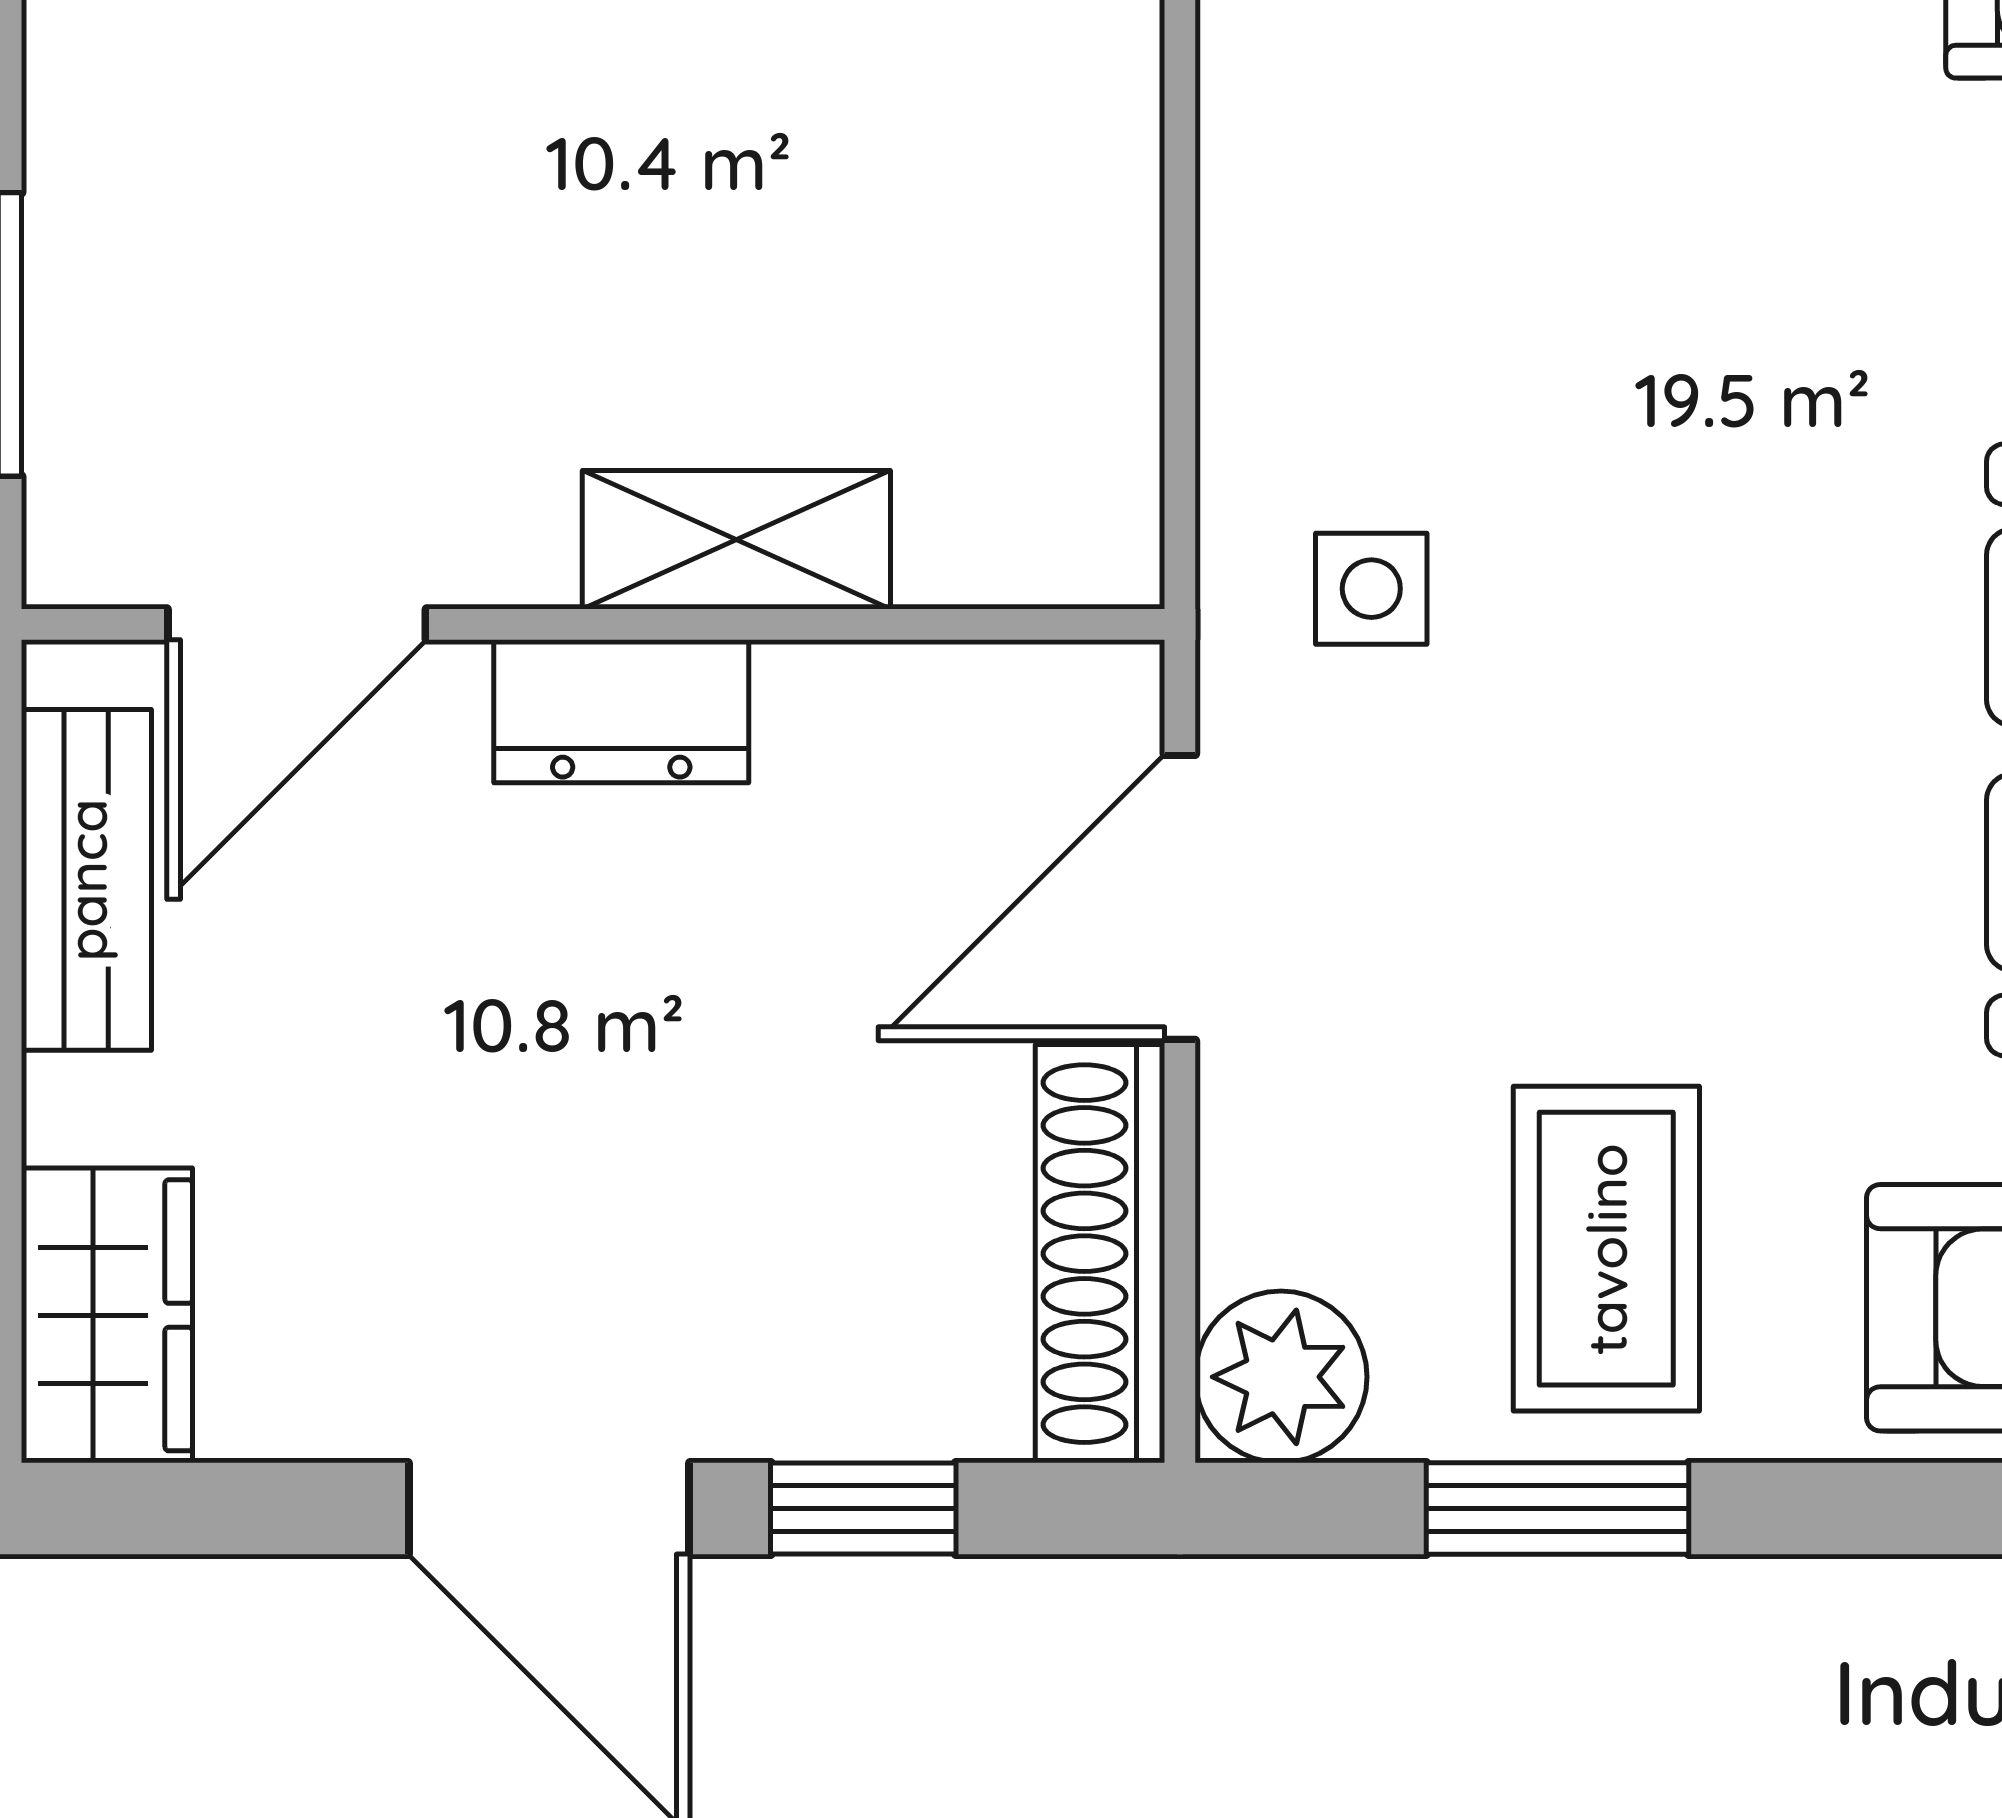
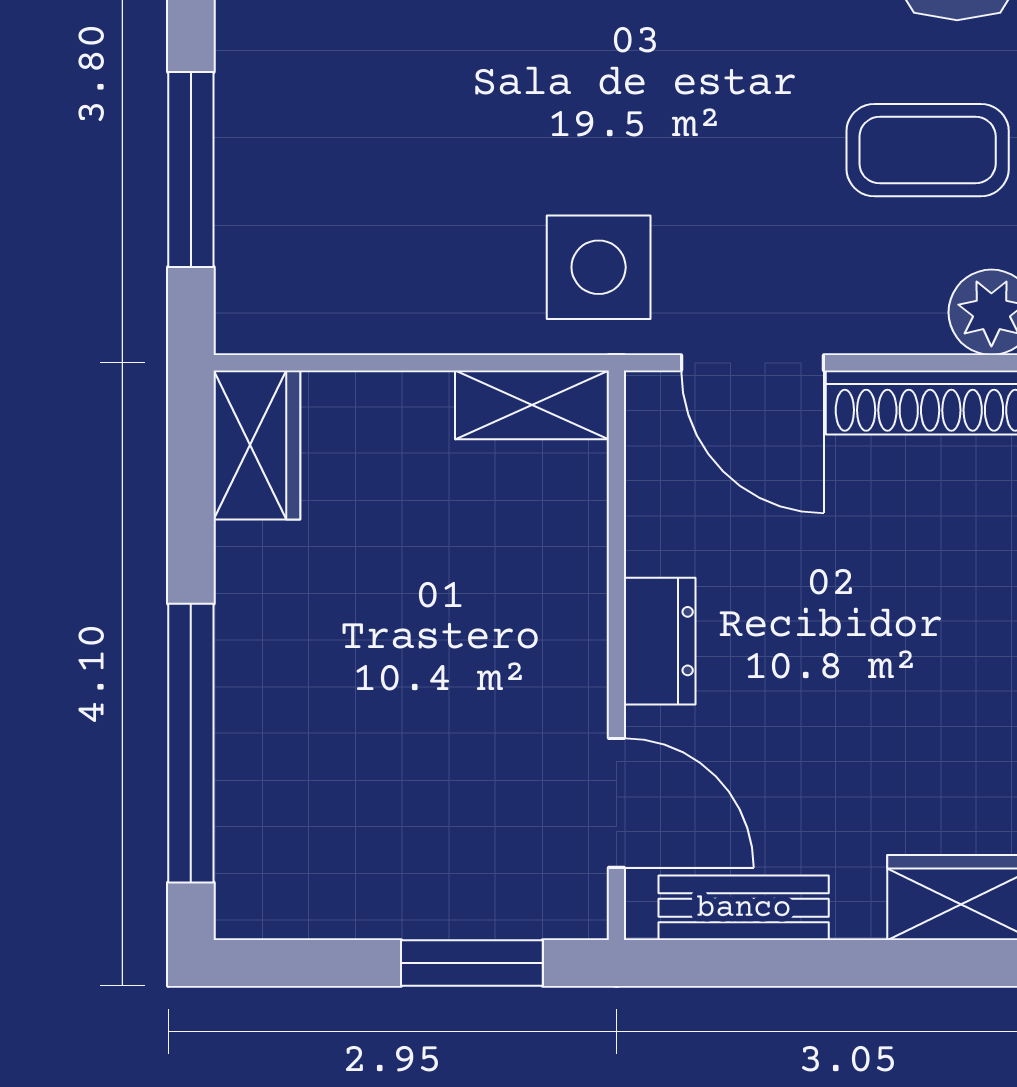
shelving: (736, 540) -> (532, 405), moved, turned 90
side table: (1371, 589) -> (599, 267), width x1.87, depth x1.87

